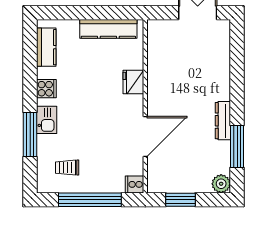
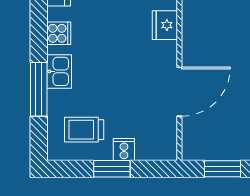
trolley: (67, 168) -> (84, 130), width x1.36, depth x1.39
cooker: (134, 184) -> (124, 150), moved, turned 90
window: (90, 200) -> (112, 169), width x0.47

